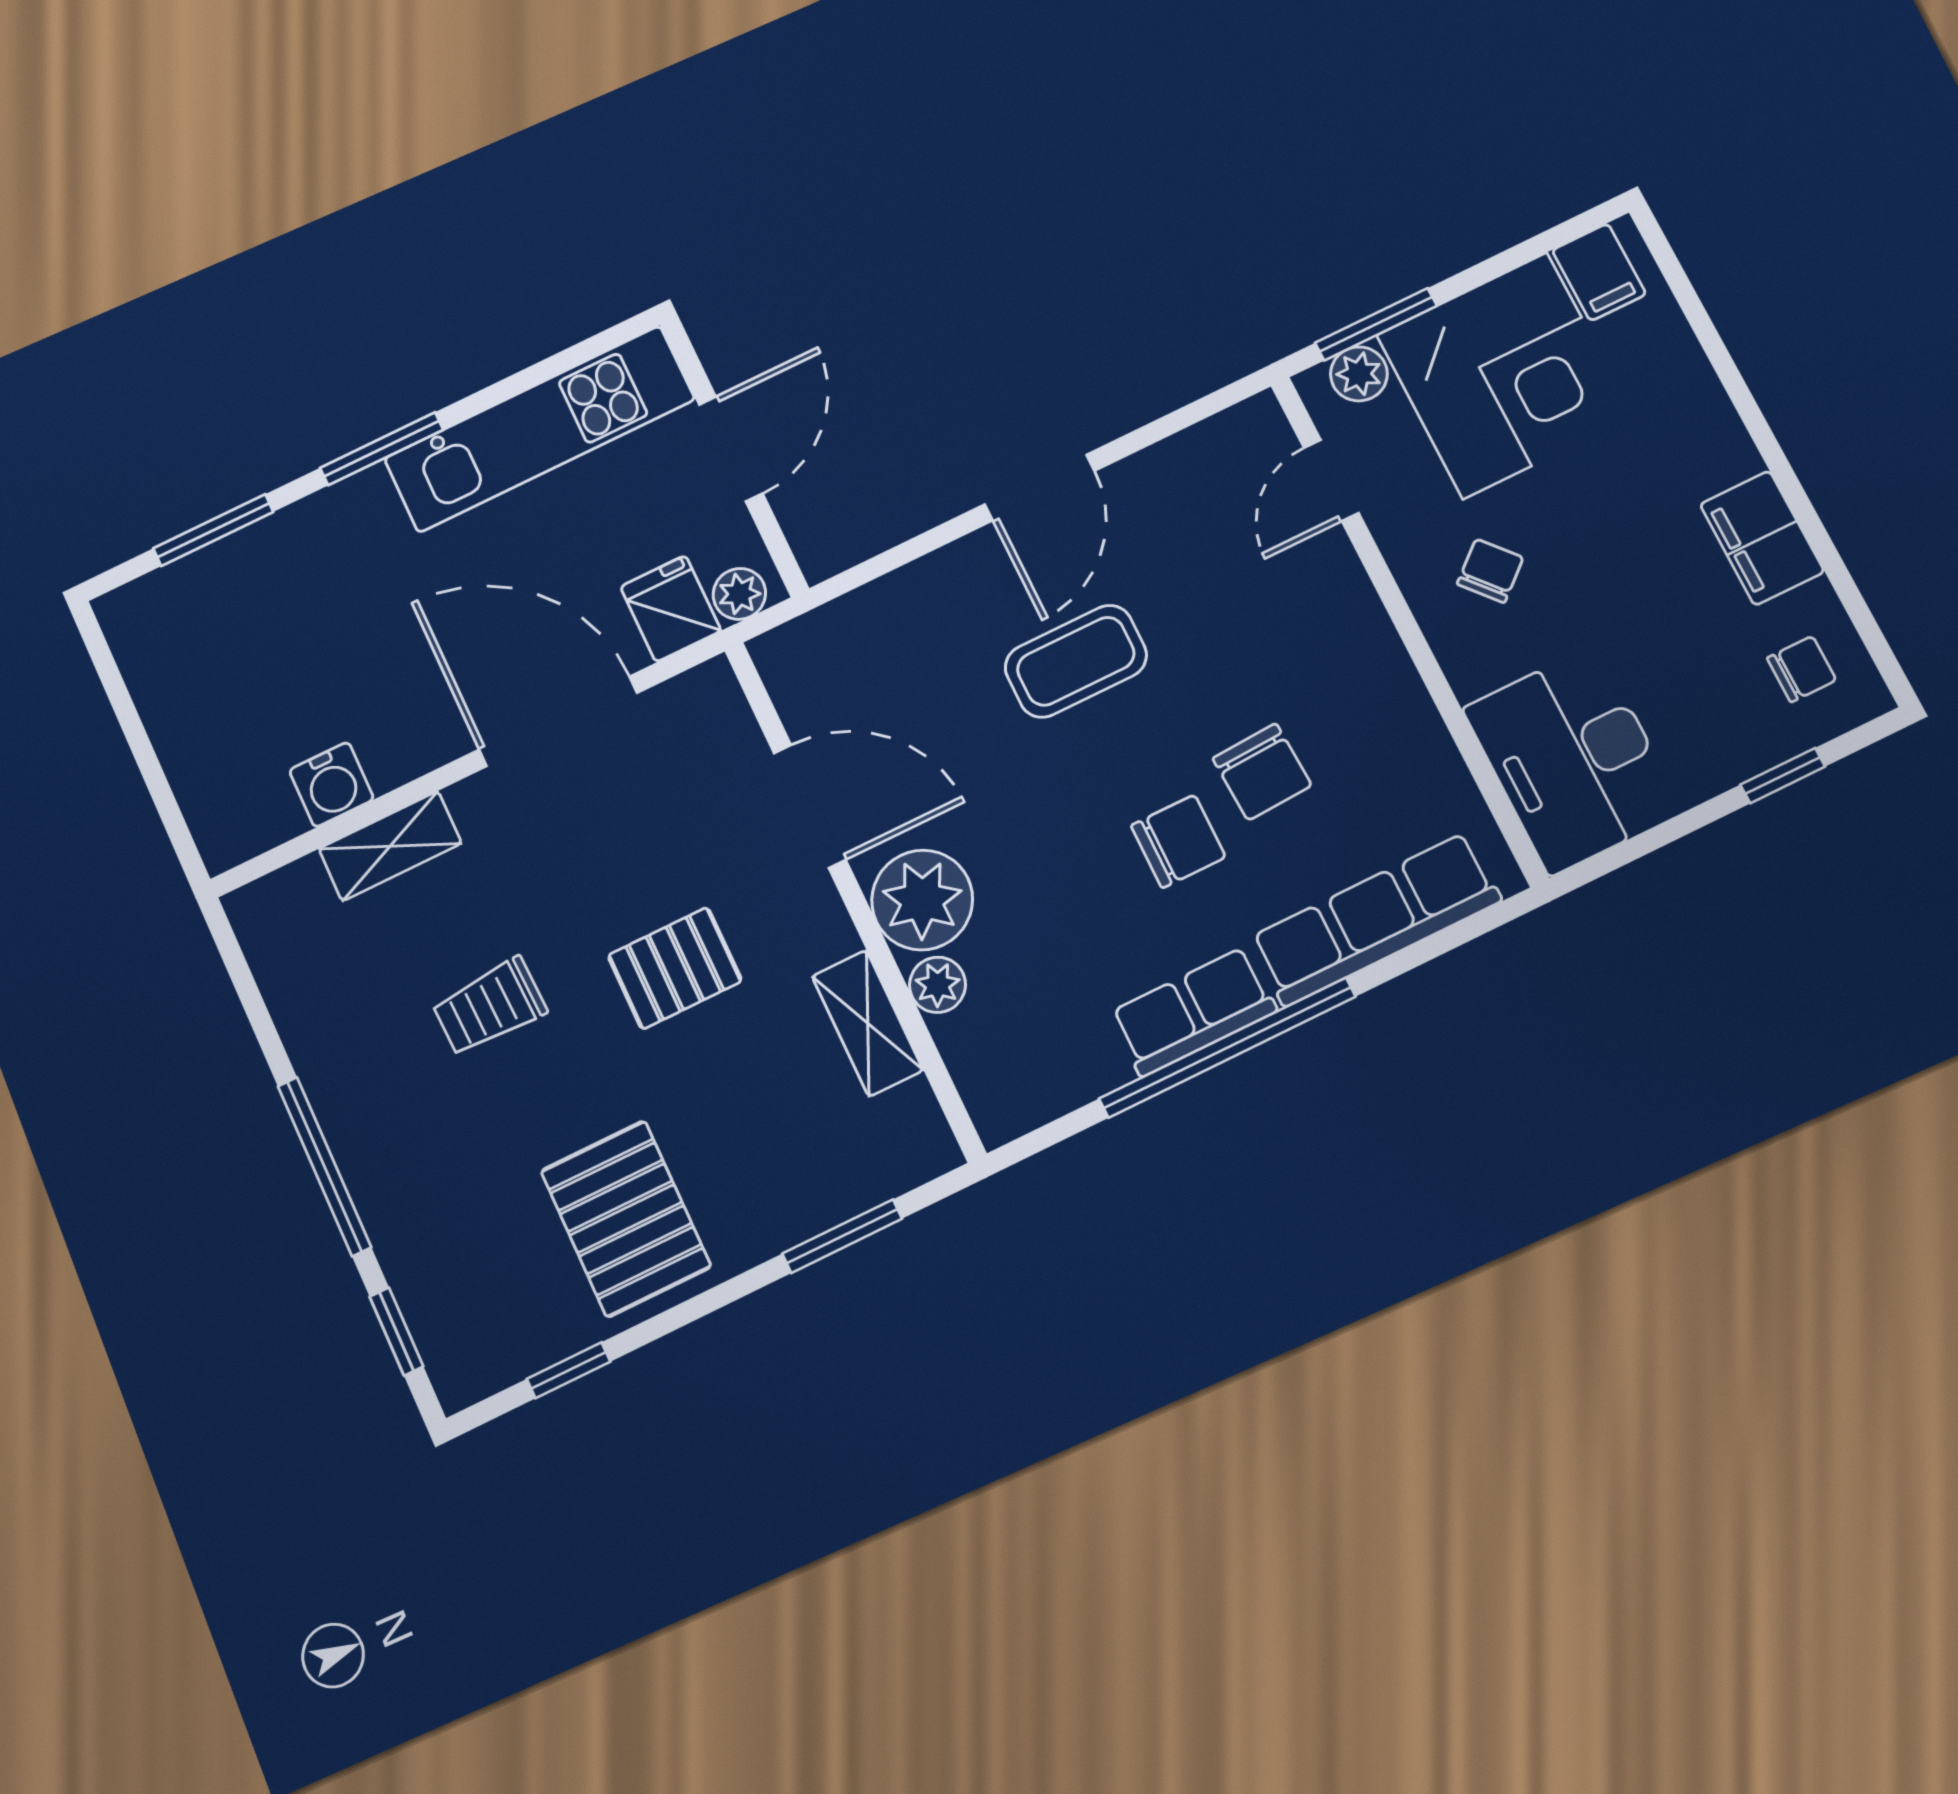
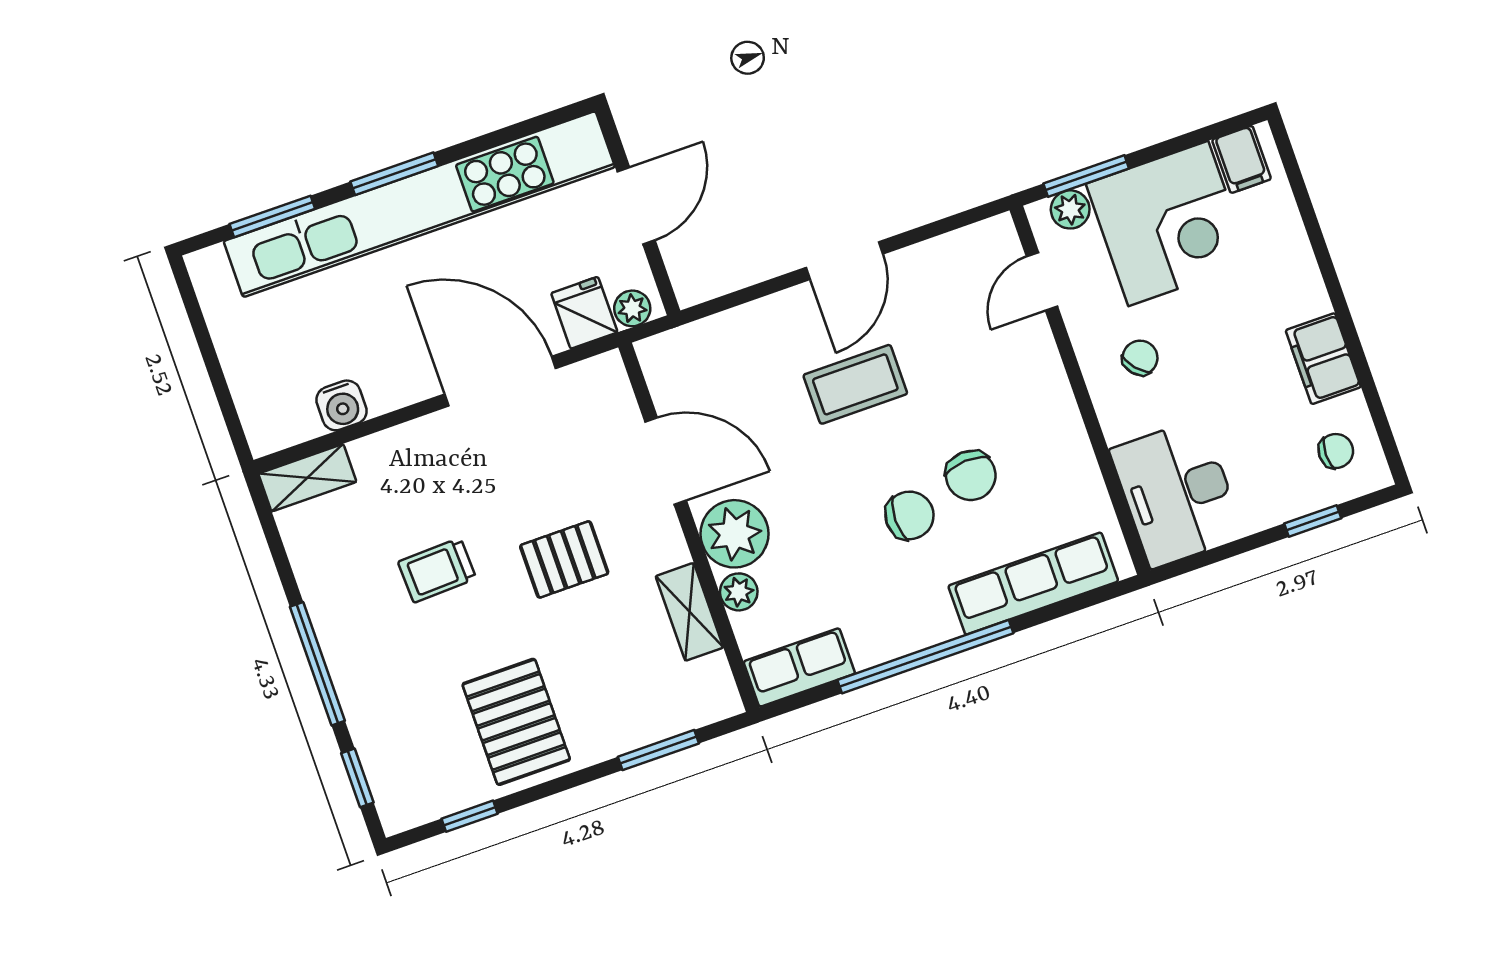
kitchen unit: (539, 429) -> (419, 204), width x1.86
shelving: (390, 846) -> (307, 478), moved
row of seats: (1193, 1012) -> (799, 667), moved

